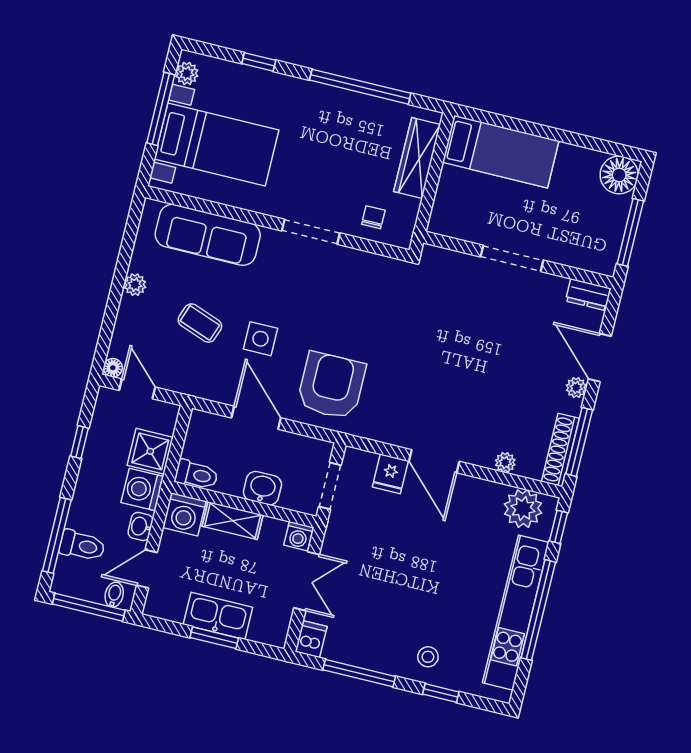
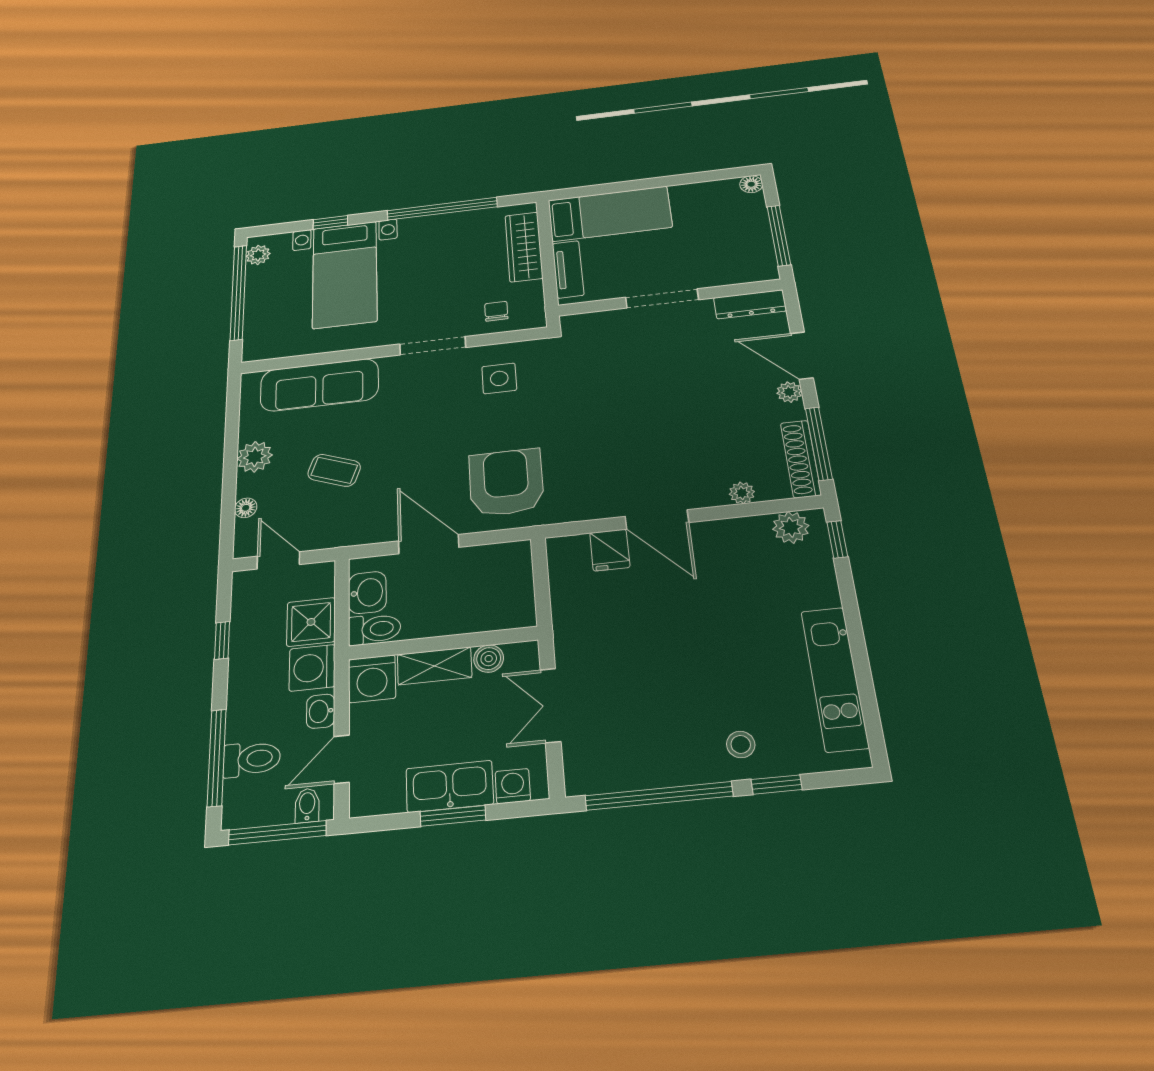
window: (161, 109) -> (238, 292), width x1.46
bed with nightstands: (217, 145) -> (345, 274), moved, turned 90
floor lamp: (619, 175) -> (751, 184), width x0.53, depth x0.53
tv unit: (446, 197) -> (568, 269), added
plant: (135, 285) -> (255, 457), width x1.38, depth x1.38
dresser: (588, 295) -> (750, 304), width x1.44
side table: (260, 339) -> (499, 378), moved
floor lamp: (113, 368) -> (246, 508), moved
doorway: (330, 486) -> (542, 587), removed
washbasin: (262, 488) -> (367, 593), moved, turned 90
plant: (523, 509) -> (791, 527), width x0.73, depth x0.73
boiler: (274, 529) -> (489, 659), added
washing machine: (299, 536) -> (513, 786), moved, turned 180
double door: (307, 581) -> (550, 705), swing flipped
window: (538, 610) -> (857, 640), removed
kitchen unit: (516, 613) -> (834, 678), width x0.73
dishwasher: (311, 639) -> (580, 774), removed
window: (359, 673) -> (659, 796), width x1.46

